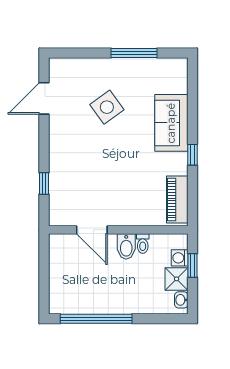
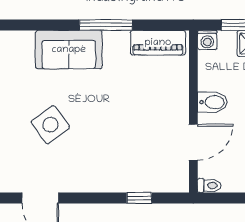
window: (192, 155) -> (106, 25), width x2.17
toilet: (143, 243) -> (209, 185), moved
washing machine: (180, 258) -> (207, 40), moved

